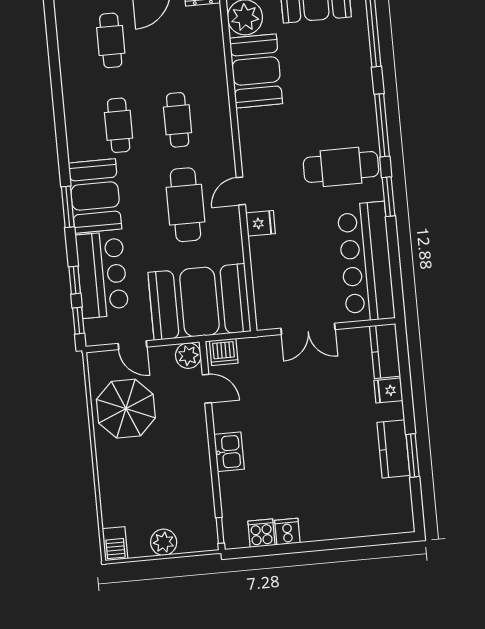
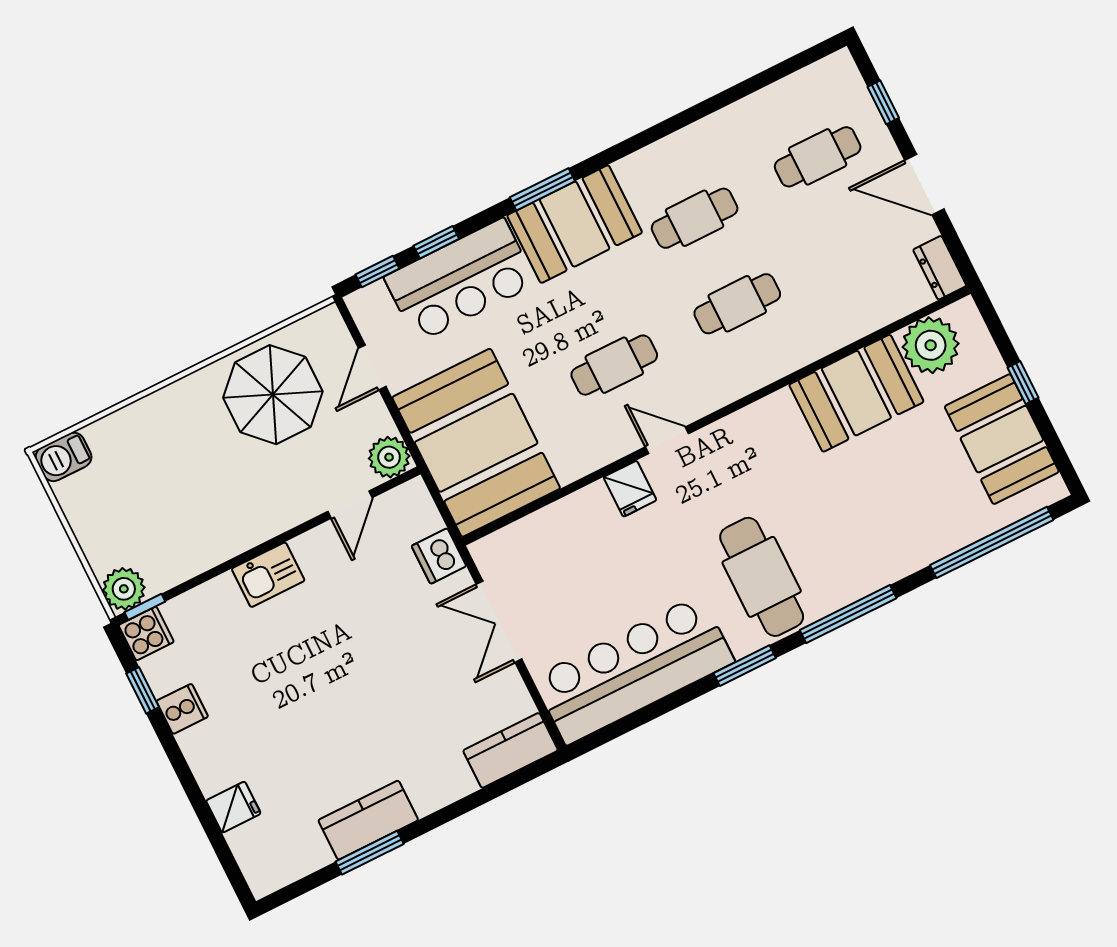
cafe table: (185, 205) -> (614, 365), width x0.73, depth x0.74
dishwasher: (224, 352) -> (439, 556), moved
fridge: (388, 391) -> (233, 807), moved, turned 90
cooker: (261, 533) -> (146, 634), moved
plant: (164, 542) -> (124, 589), moved
window: (268, 550) -> (143, 690), added

